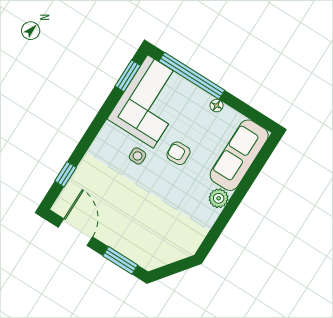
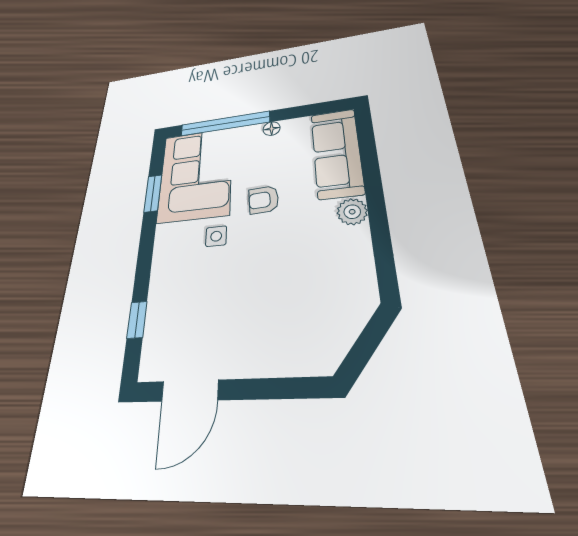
window: (128, 76) -> (153, 193), moved
door: (75, 232) -> (190, 391), swing flipped
window: (120, 260) -> (280, 388), removed

